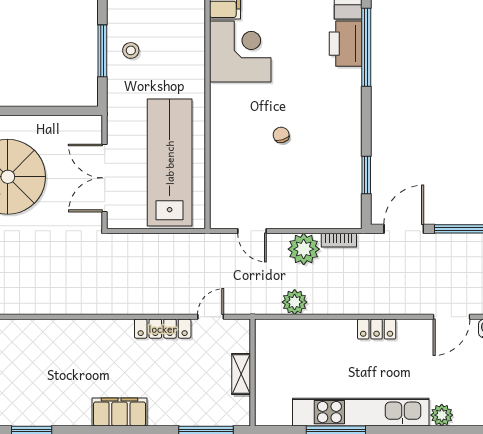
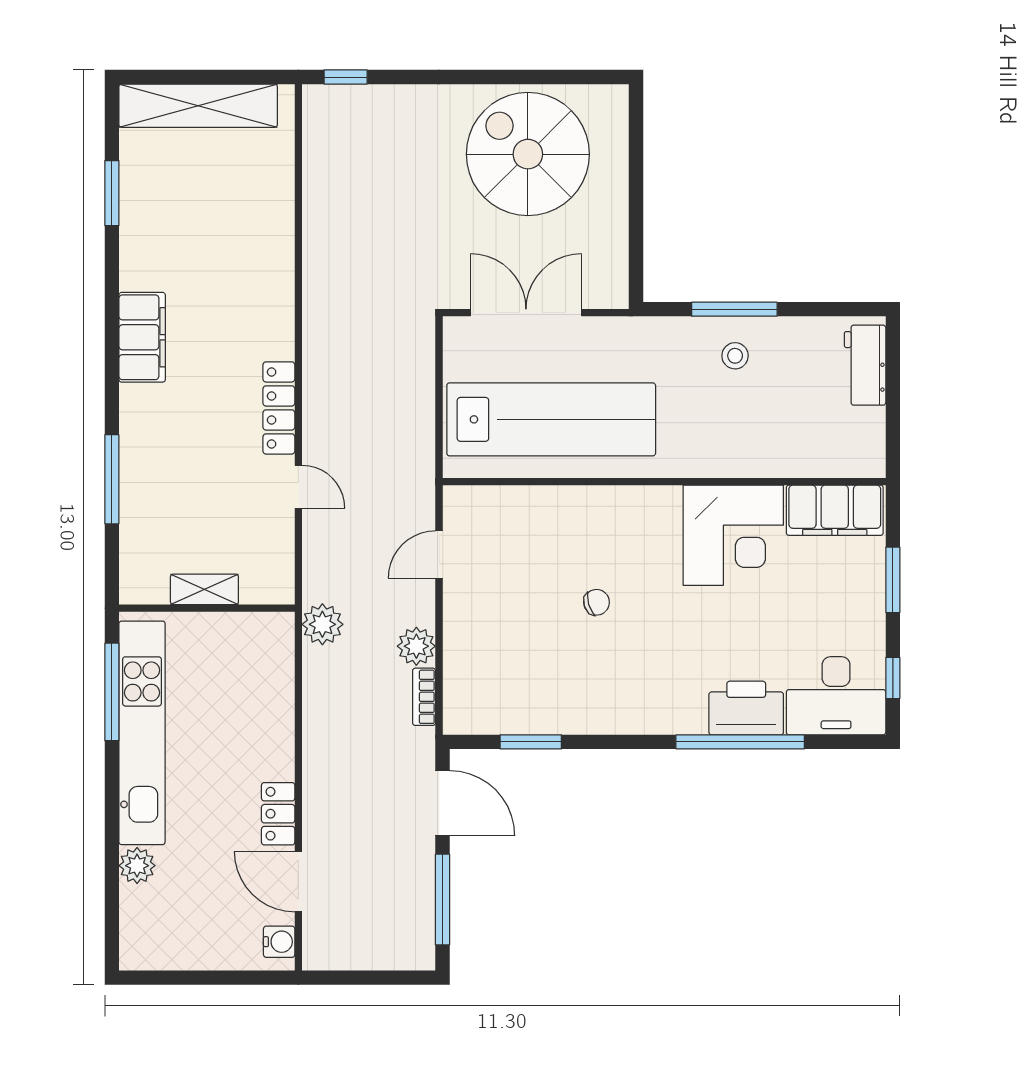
plant: (304, 249) -> (416, 646), width x0.73, depth x0.73
locker: (377, 329) -> (278, 814), moved
wall: (253, 373) -> (207, 608), moved
shelving: (241, 374) -> (204, 589), moved

